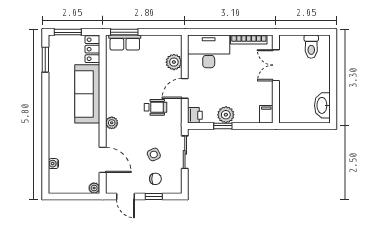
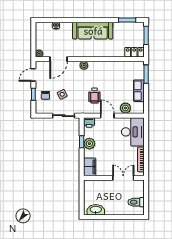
row of seats: (125, 43) -> (139, 91), moved
sofa: (87, 94) -> (93, 31), moved, turned 180
filing cabinet: (266, 114) -> (90, 167), width x2.00

